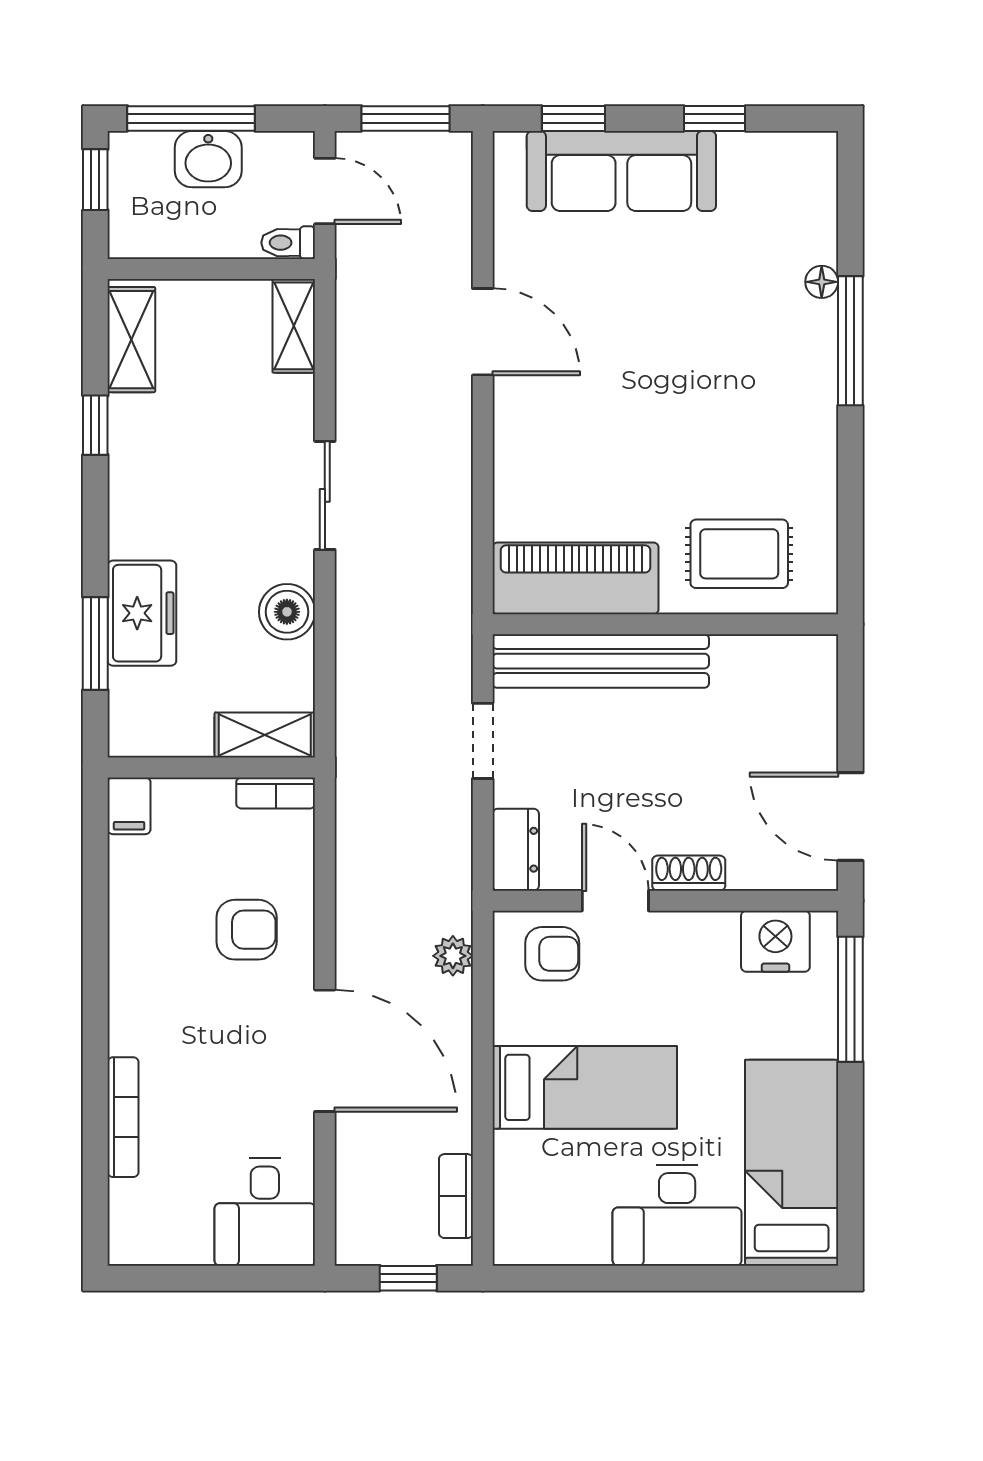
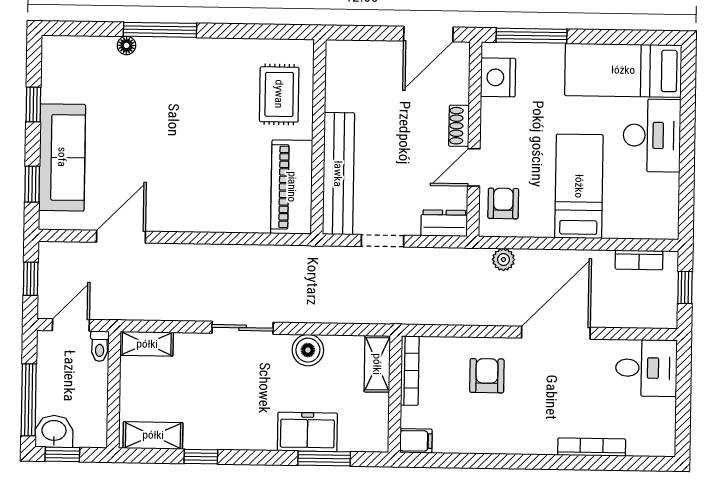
window: (406, 118) -> (31, 279), width x0.67
washbasin: (208, 159) -> (54, 431), moved, turned -90
door: (483, 332) -> (121, 237), moved
bookcase: (276, 793) -> (410, 371), width x1.56

